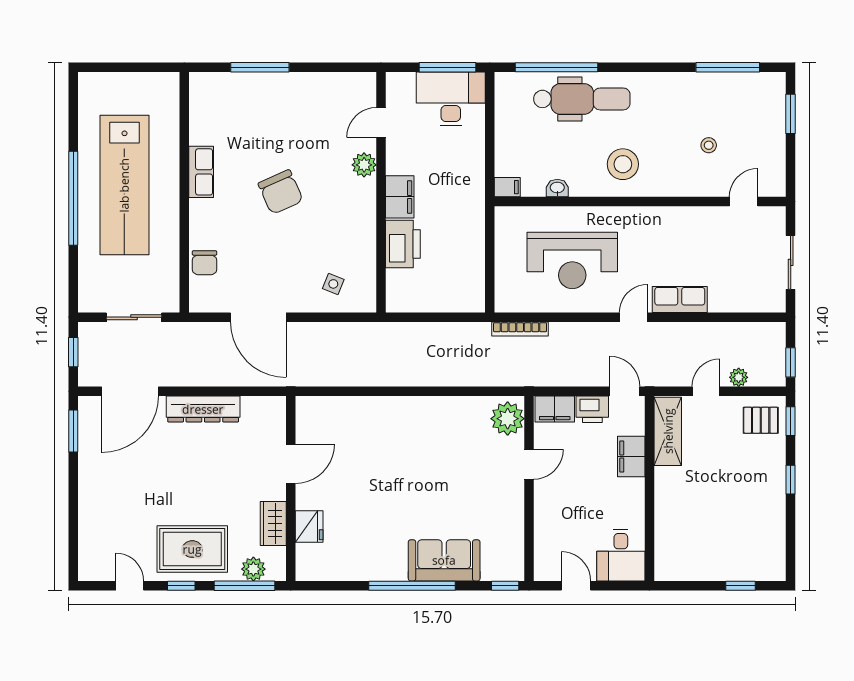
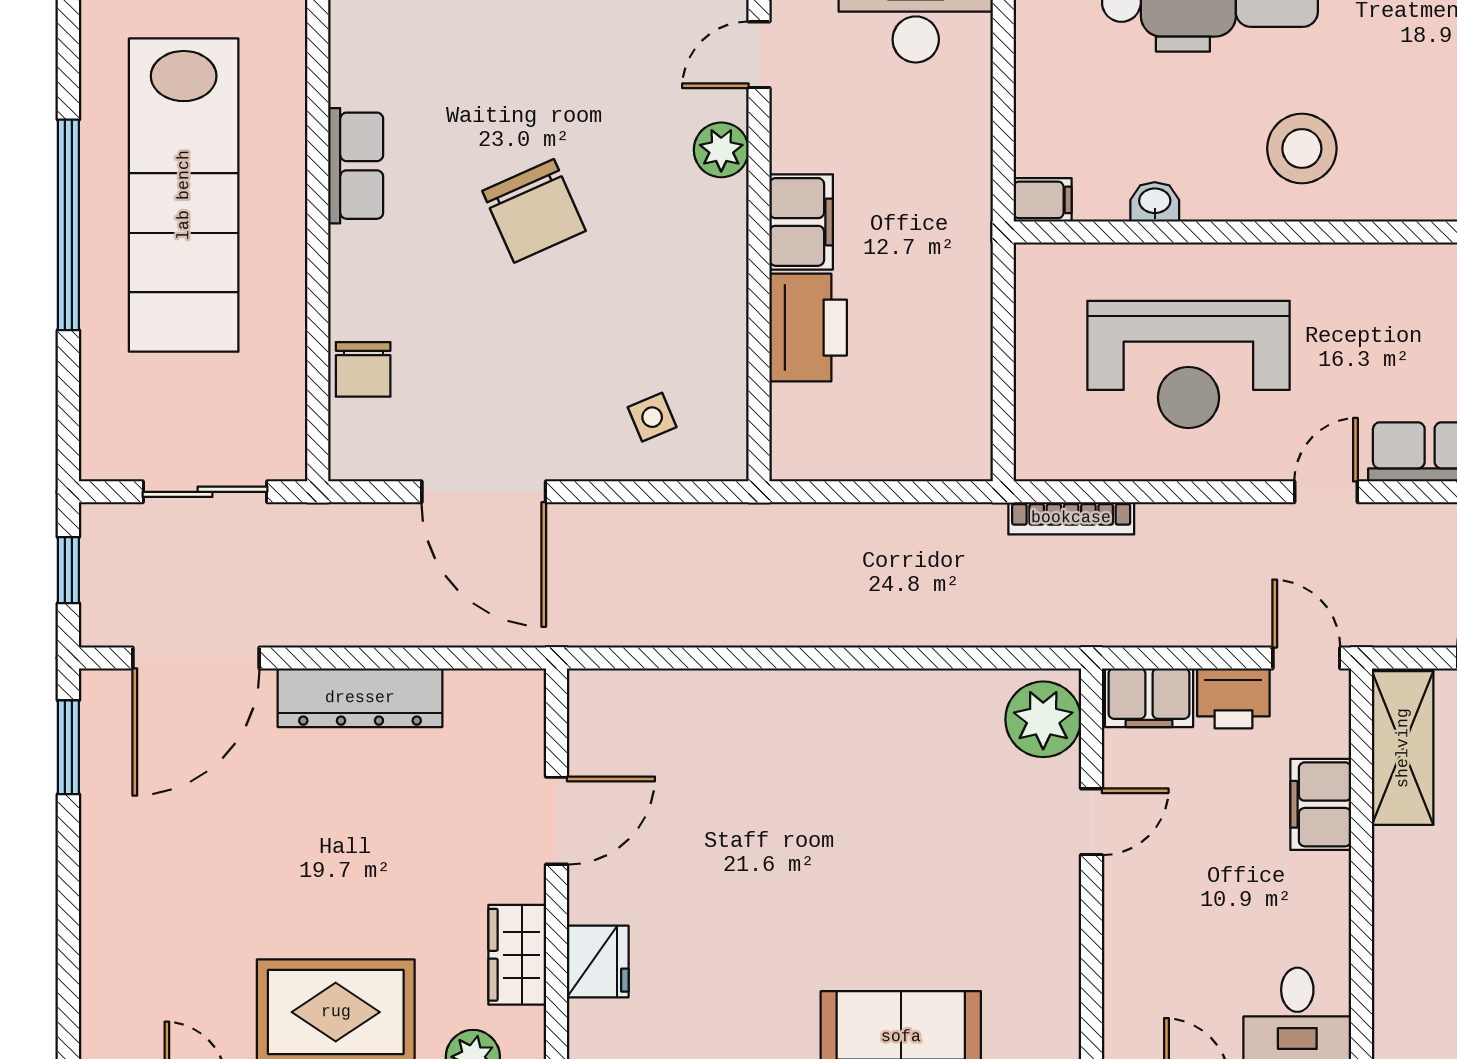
side table: (333, 284) -> (652, 417), turned 45

